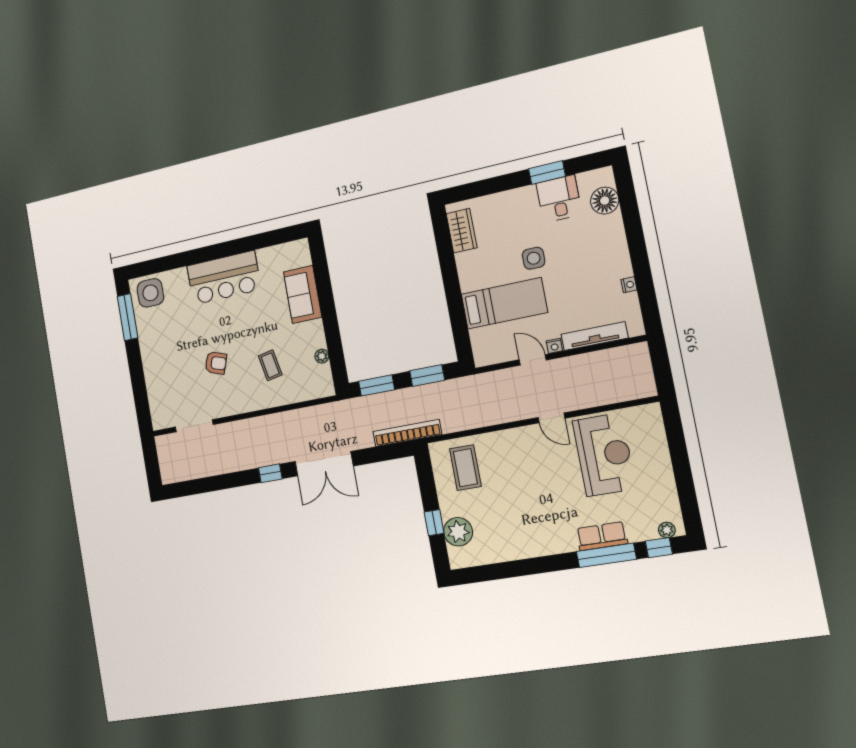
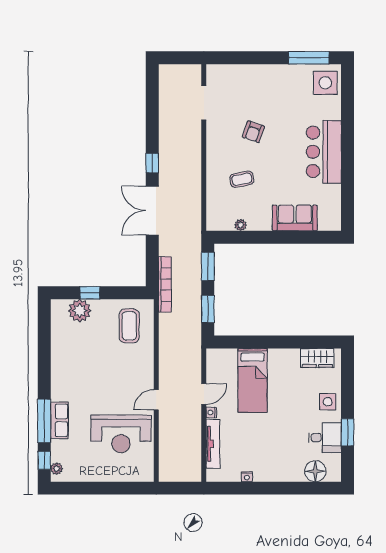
side table: (534, 258) -> (328, 402), moved
coffee table: (465, 468) -> (129, 326), turned 90

